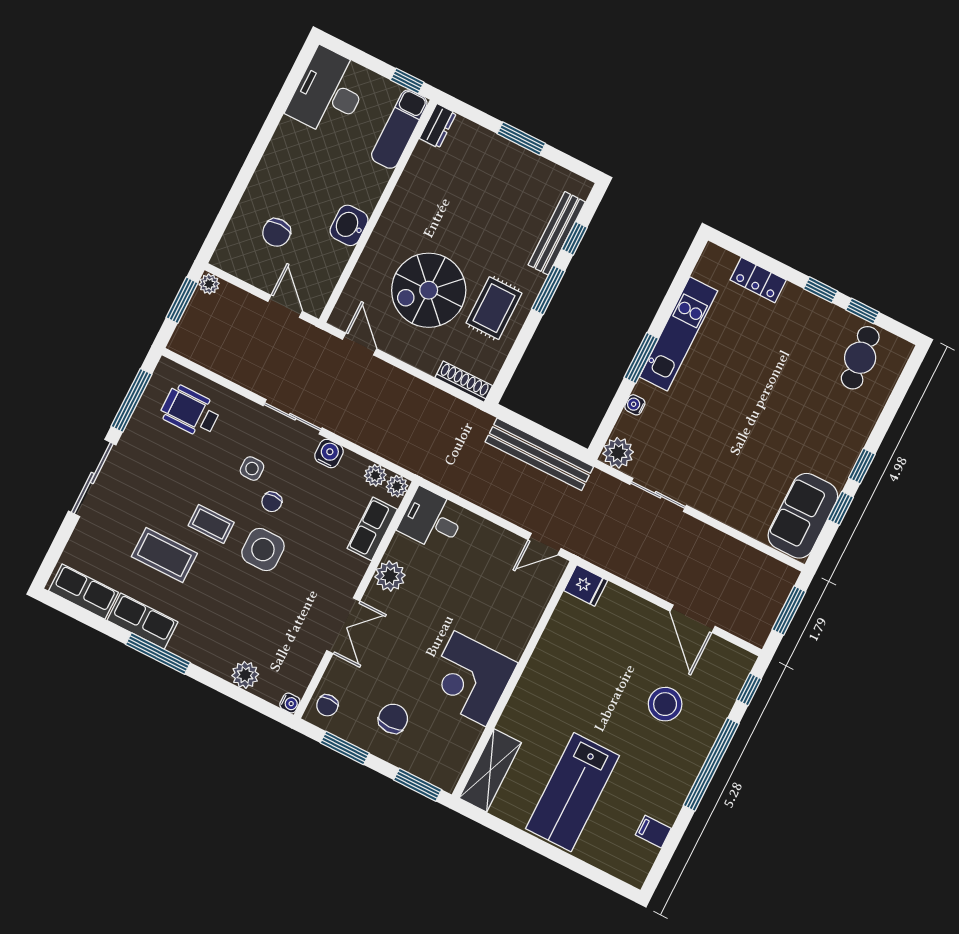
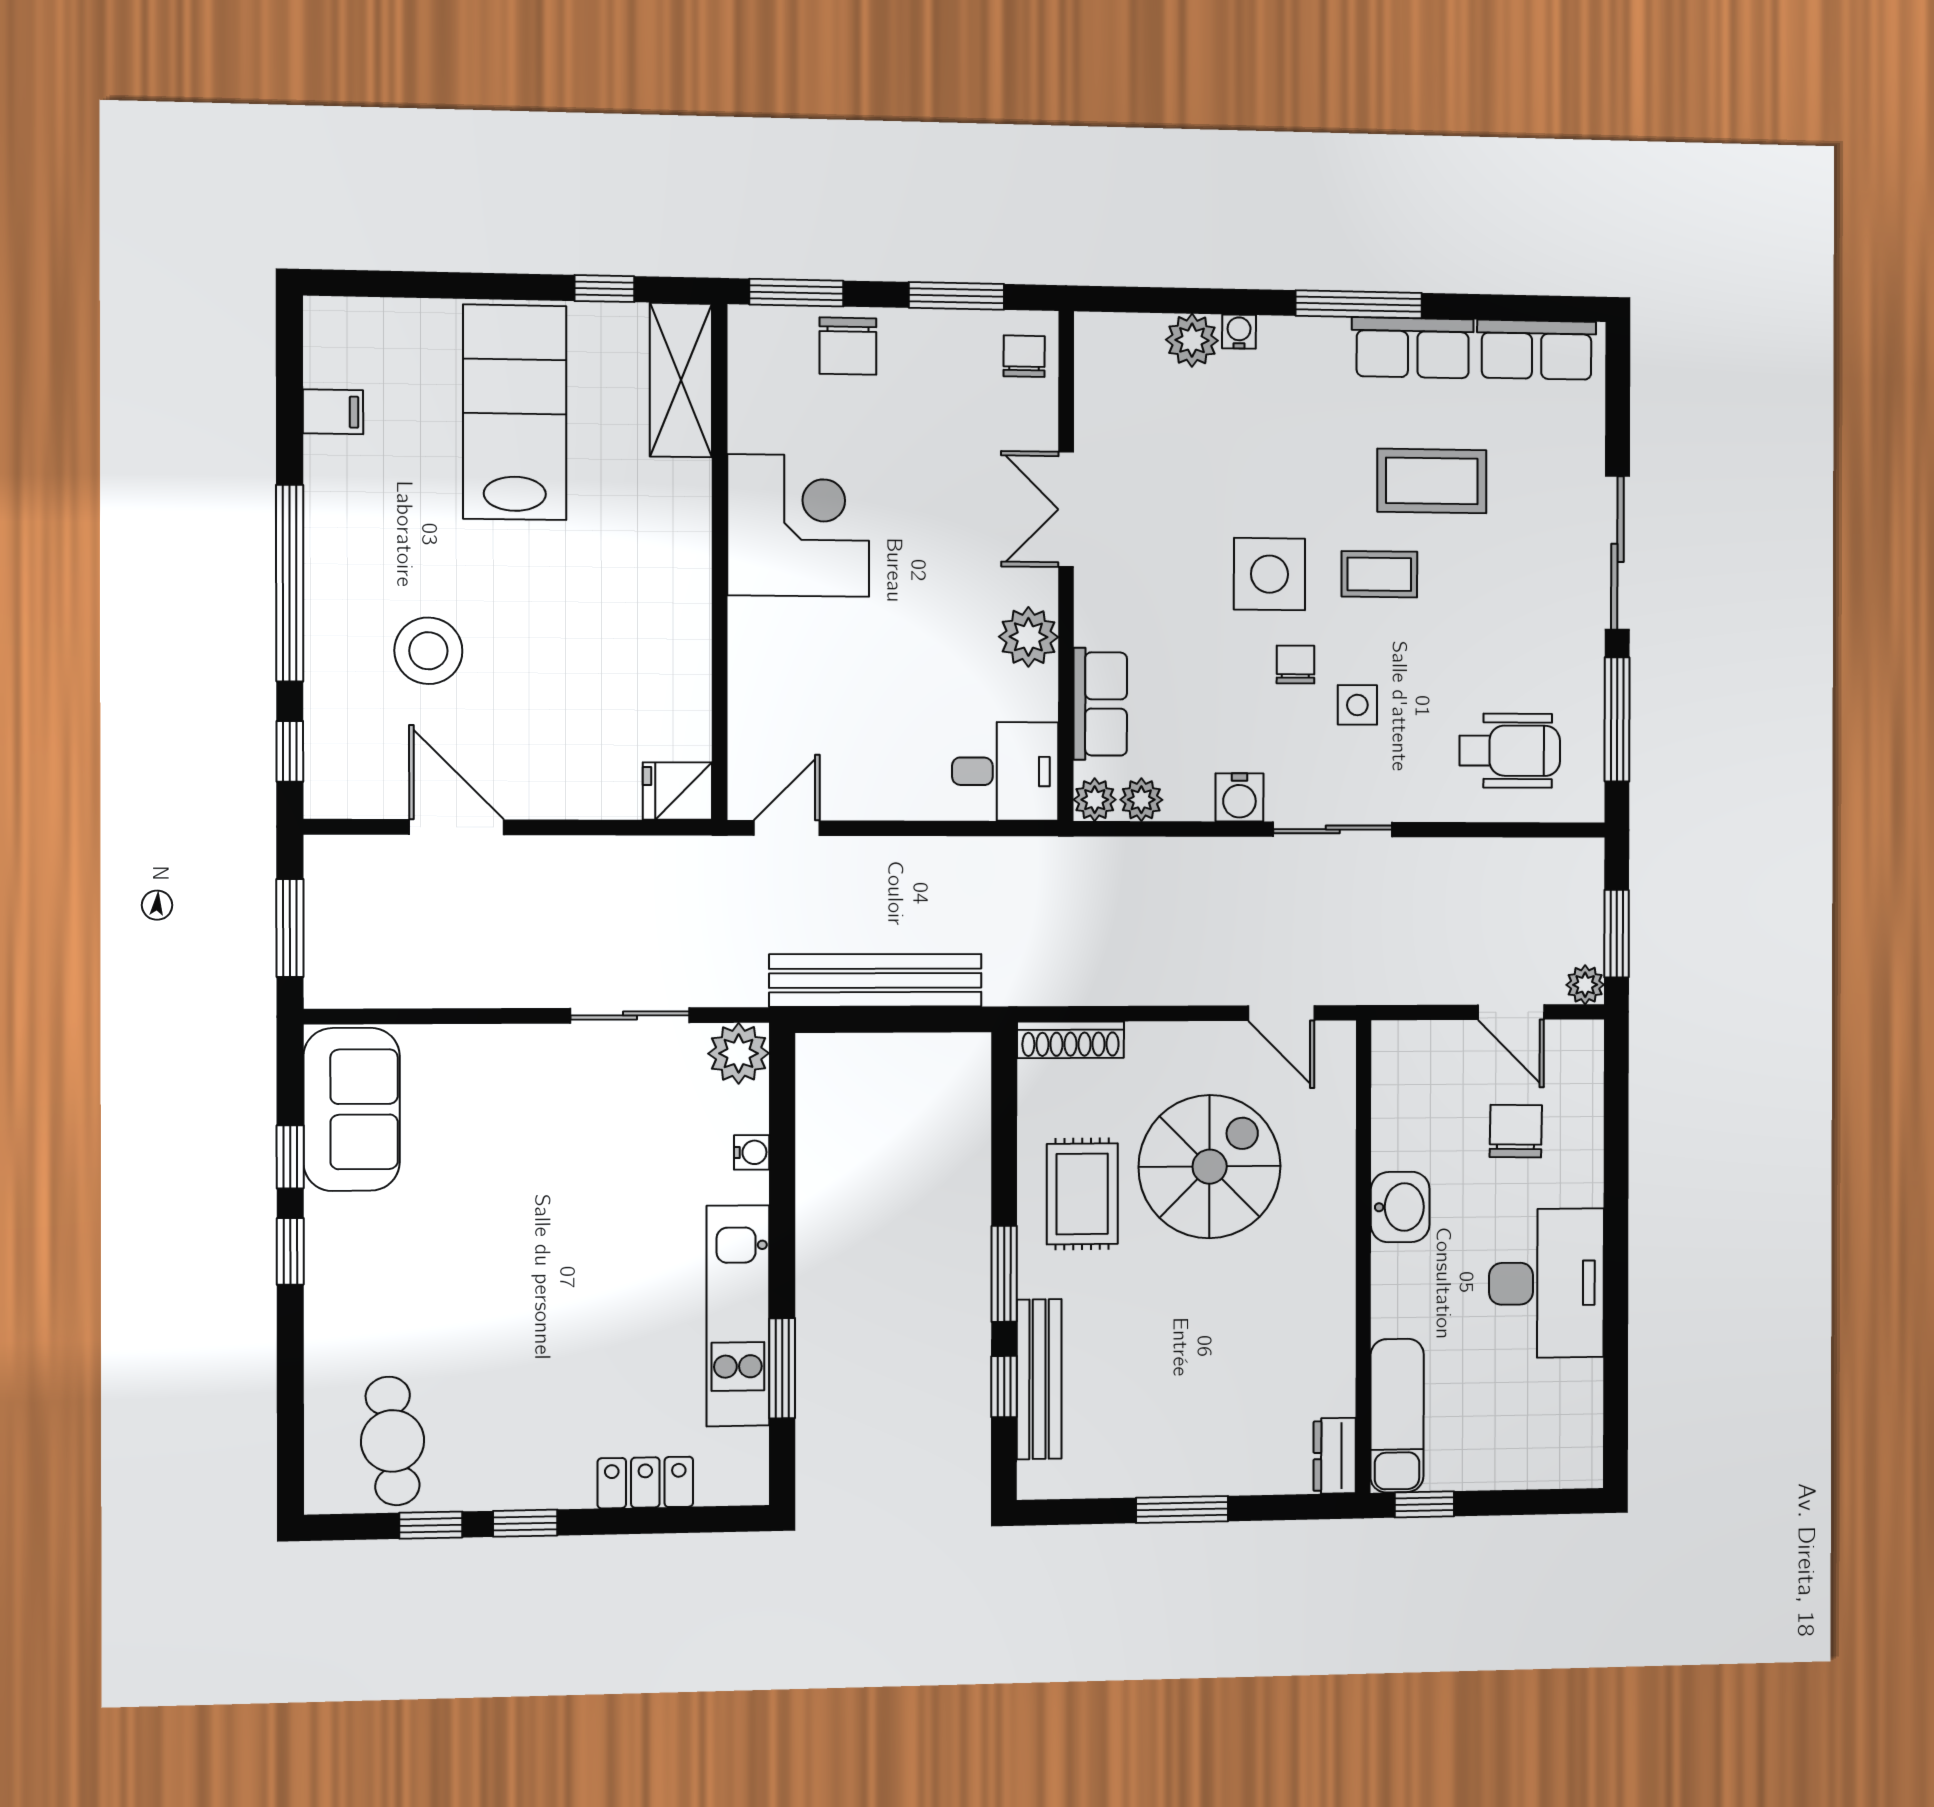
desk: (329, 92) -> (1547, 1283), moved
door: (285, 306) -> (1511, 1012), moved
window: (641, 358) -> (782, 1368), moved
water cooler: (290, 703) -> (1239, 332), moved, turned 90
chair: (393, 719) -> (848, 346), moved
window: (504, 828) -> (604, 289), added

